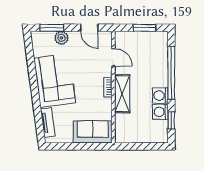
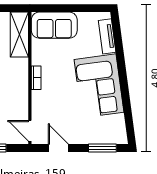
plant: (61, 38) -> (91, 136), removed
door: (113, 57) -> (30, 131), moved
shelving: (122, 94) -> (19, 35), moved

